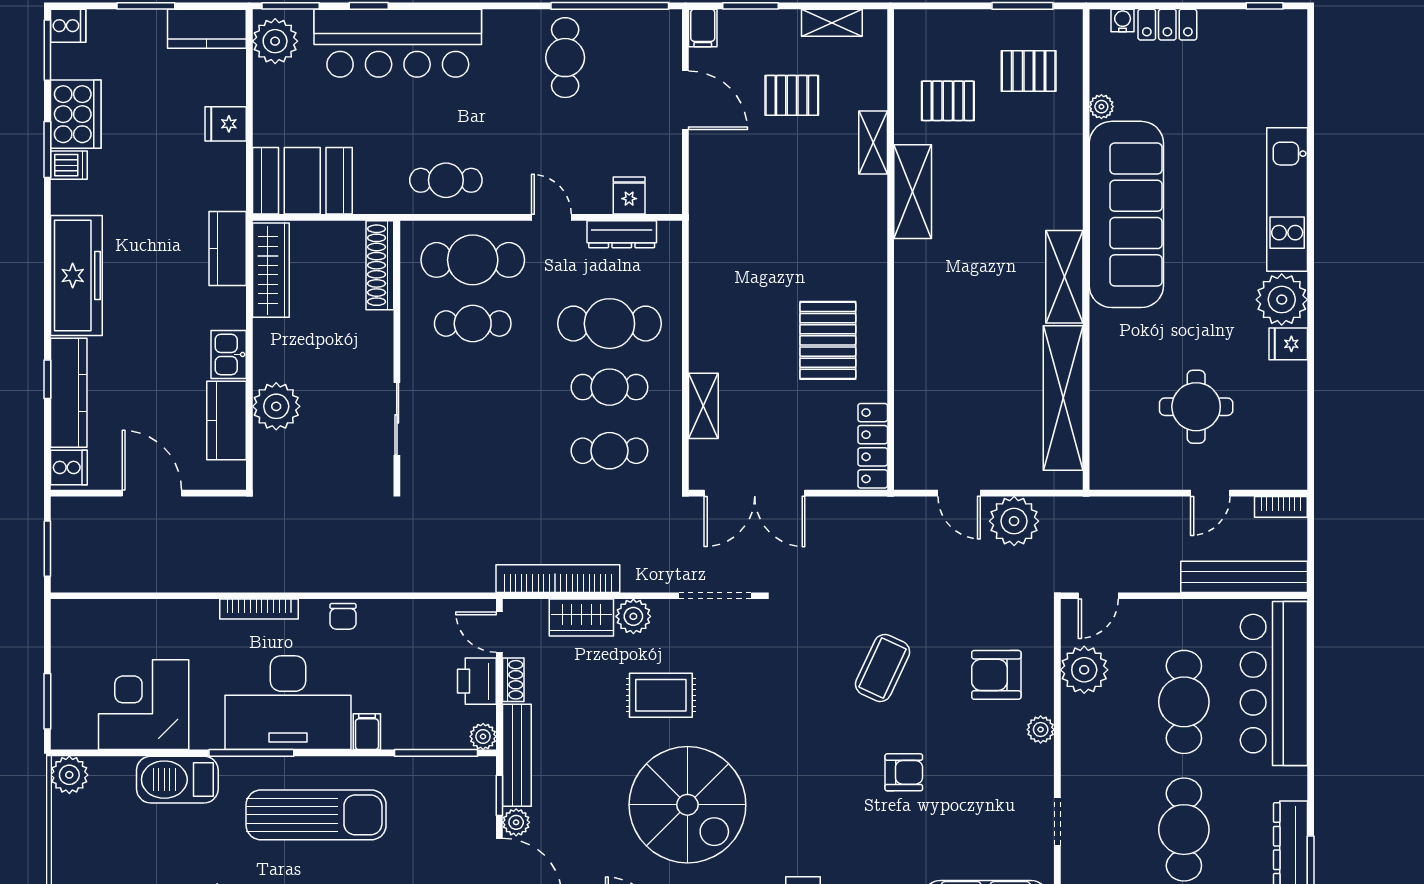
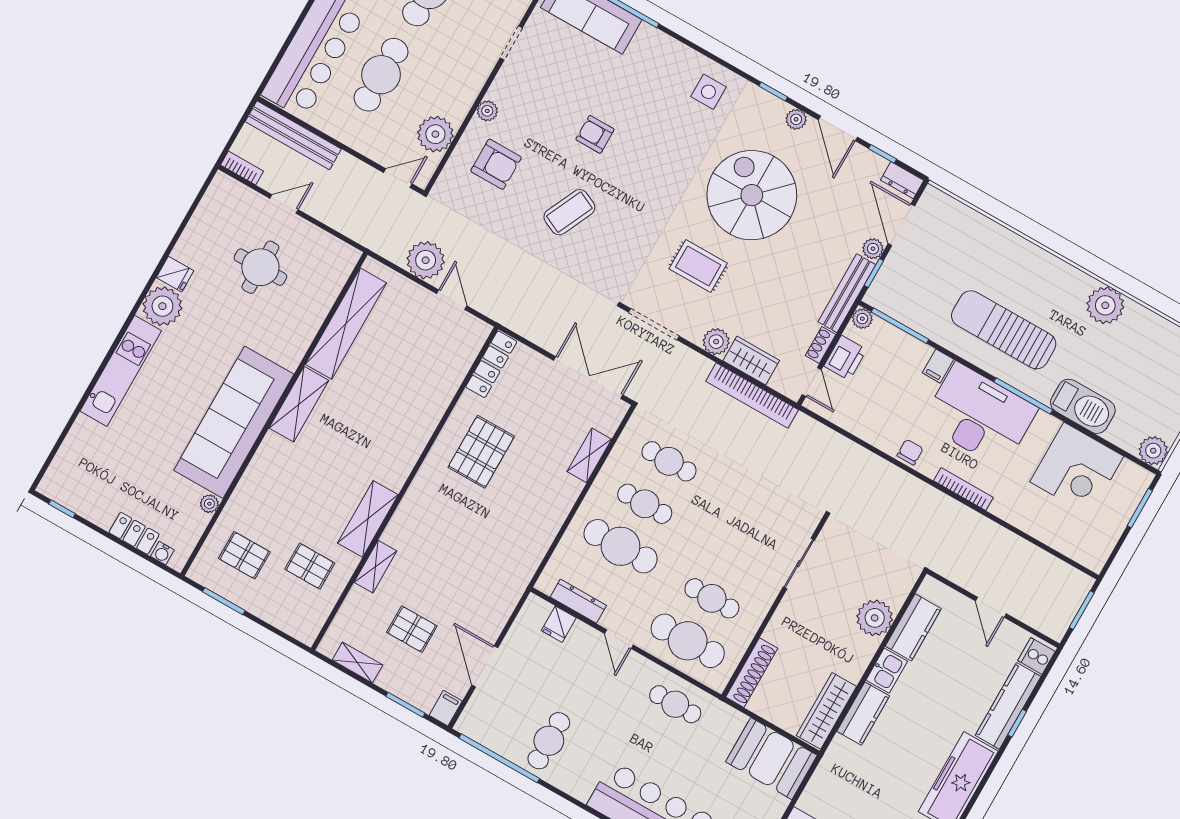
kitchen counter: (228, 248) -> (863, 714), moved
door: (152, 493) -> (991, 607), width x0.73
rug: (661, 695) -> (698, 266), moved

